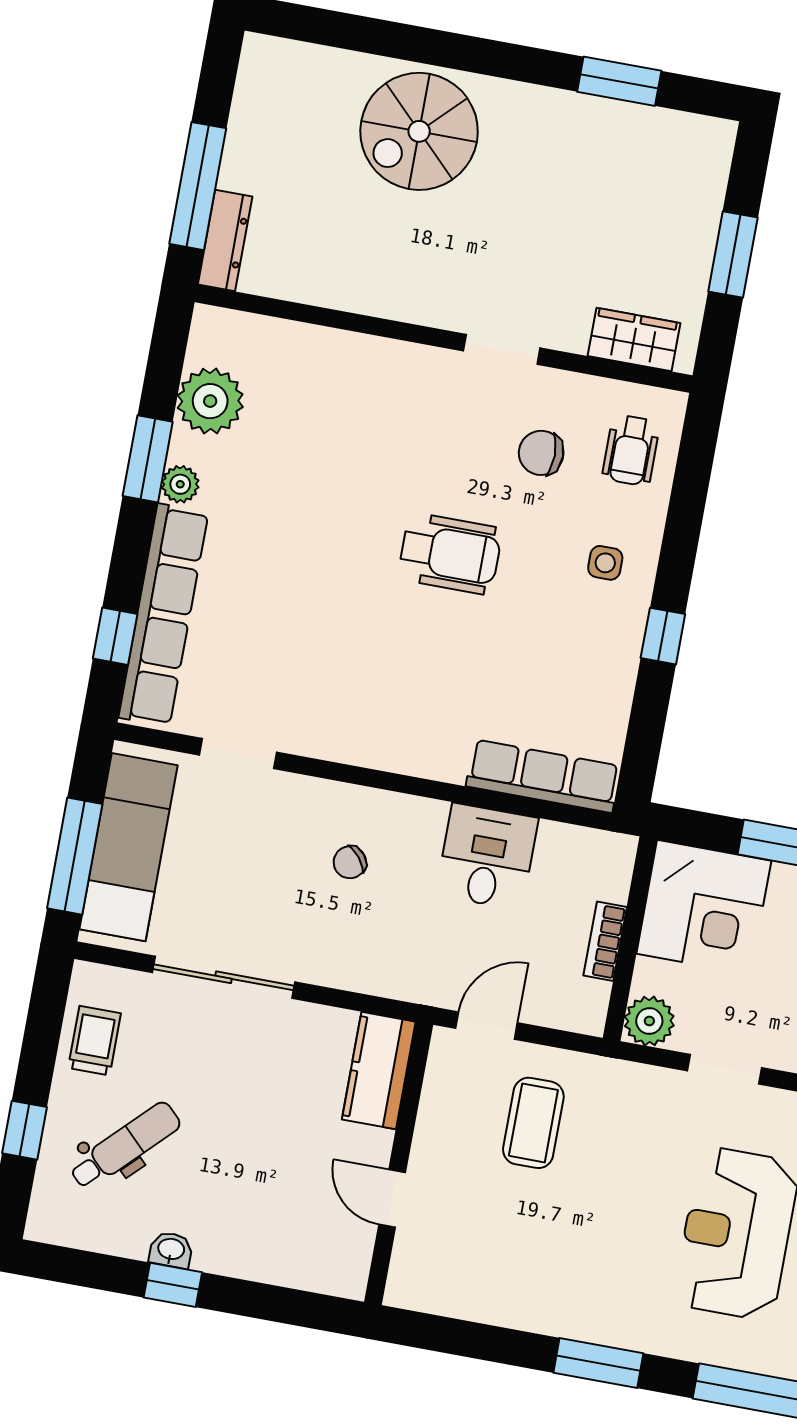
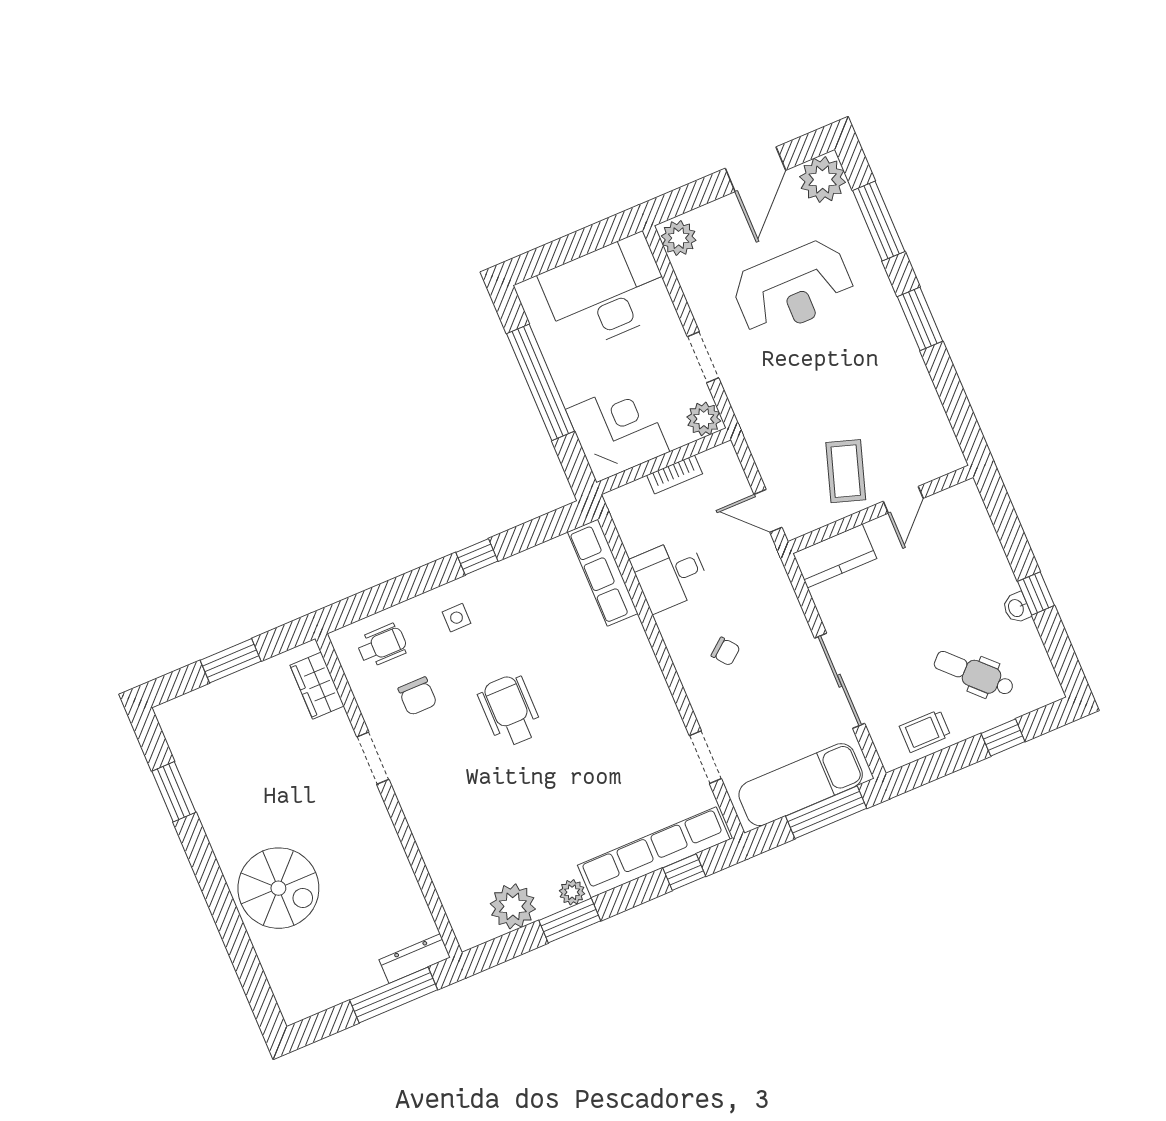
coffee table: (533, 1123) -> (846, 471), moved, turned -72

